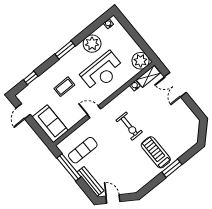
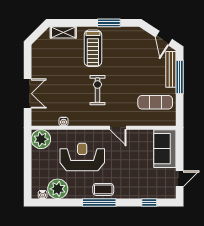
plant: (92, 44) -> (58, 189), moved
window: (65, 50) -> (99, 202), width x1.44
shelving: (148, 76) -> (63, 32), moved
coffee table: (64, 87) -> (103, 189), moved
window: (69, 167) -> (180, 77), moved
window: (172, 168) -> (109, 23), moved

